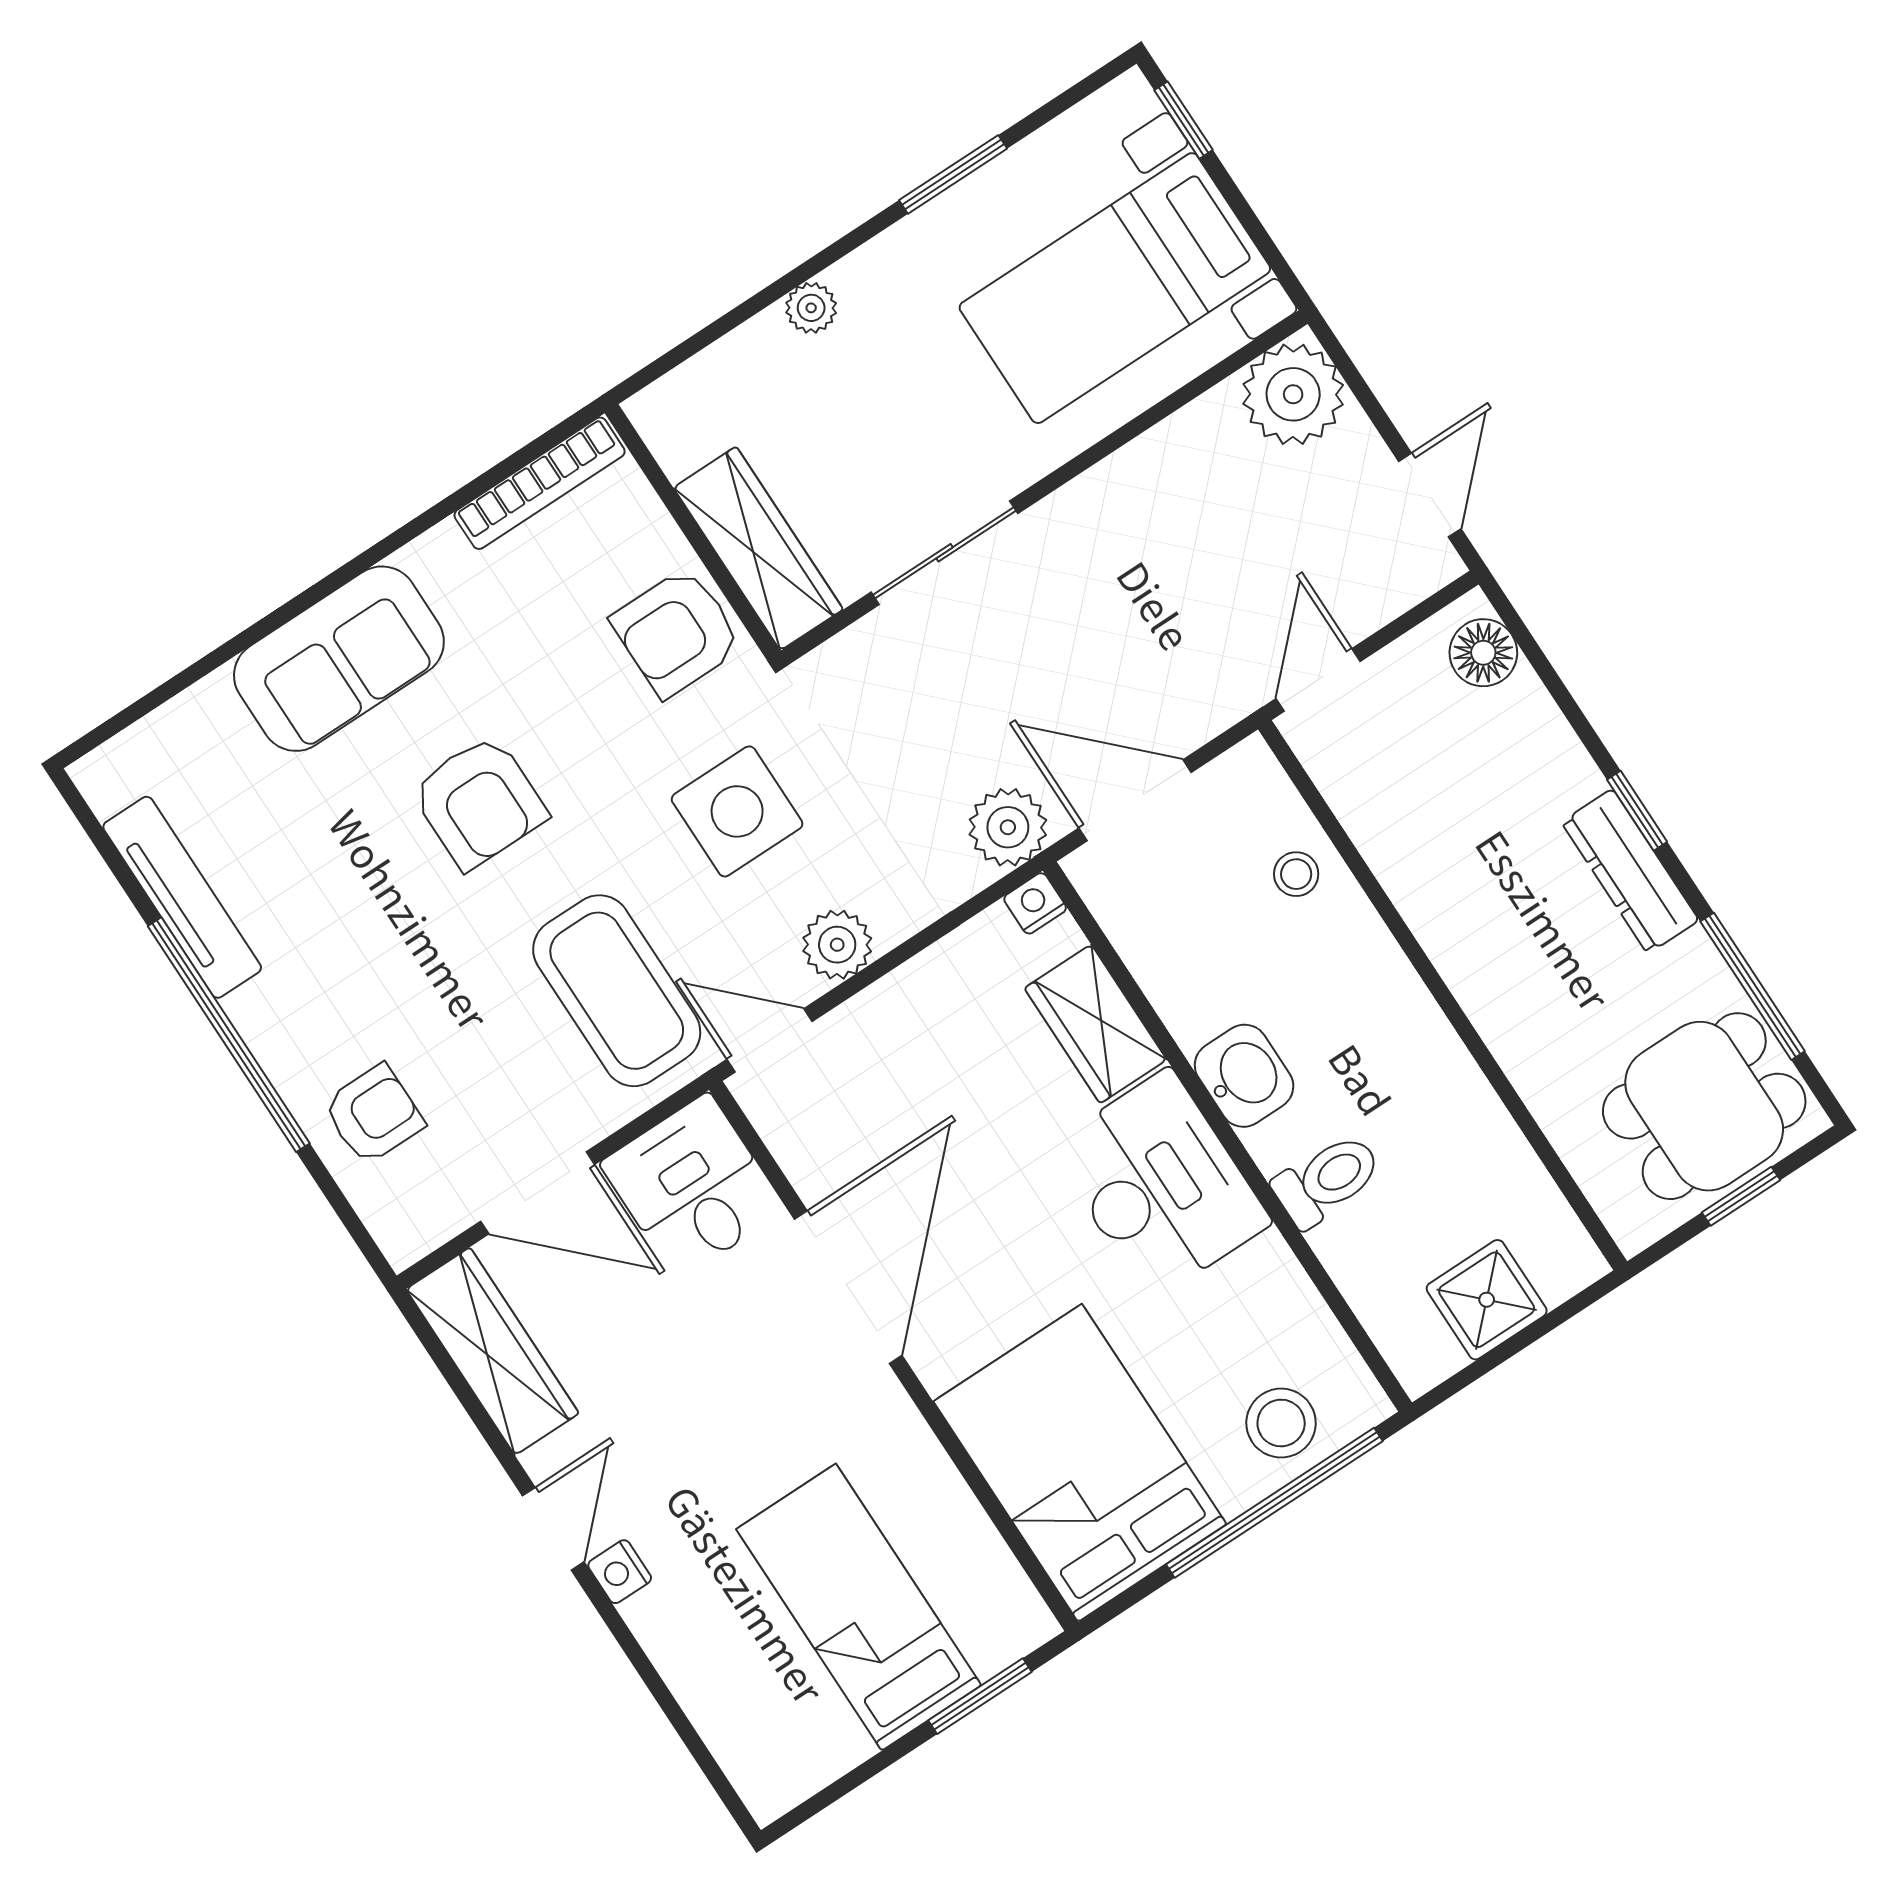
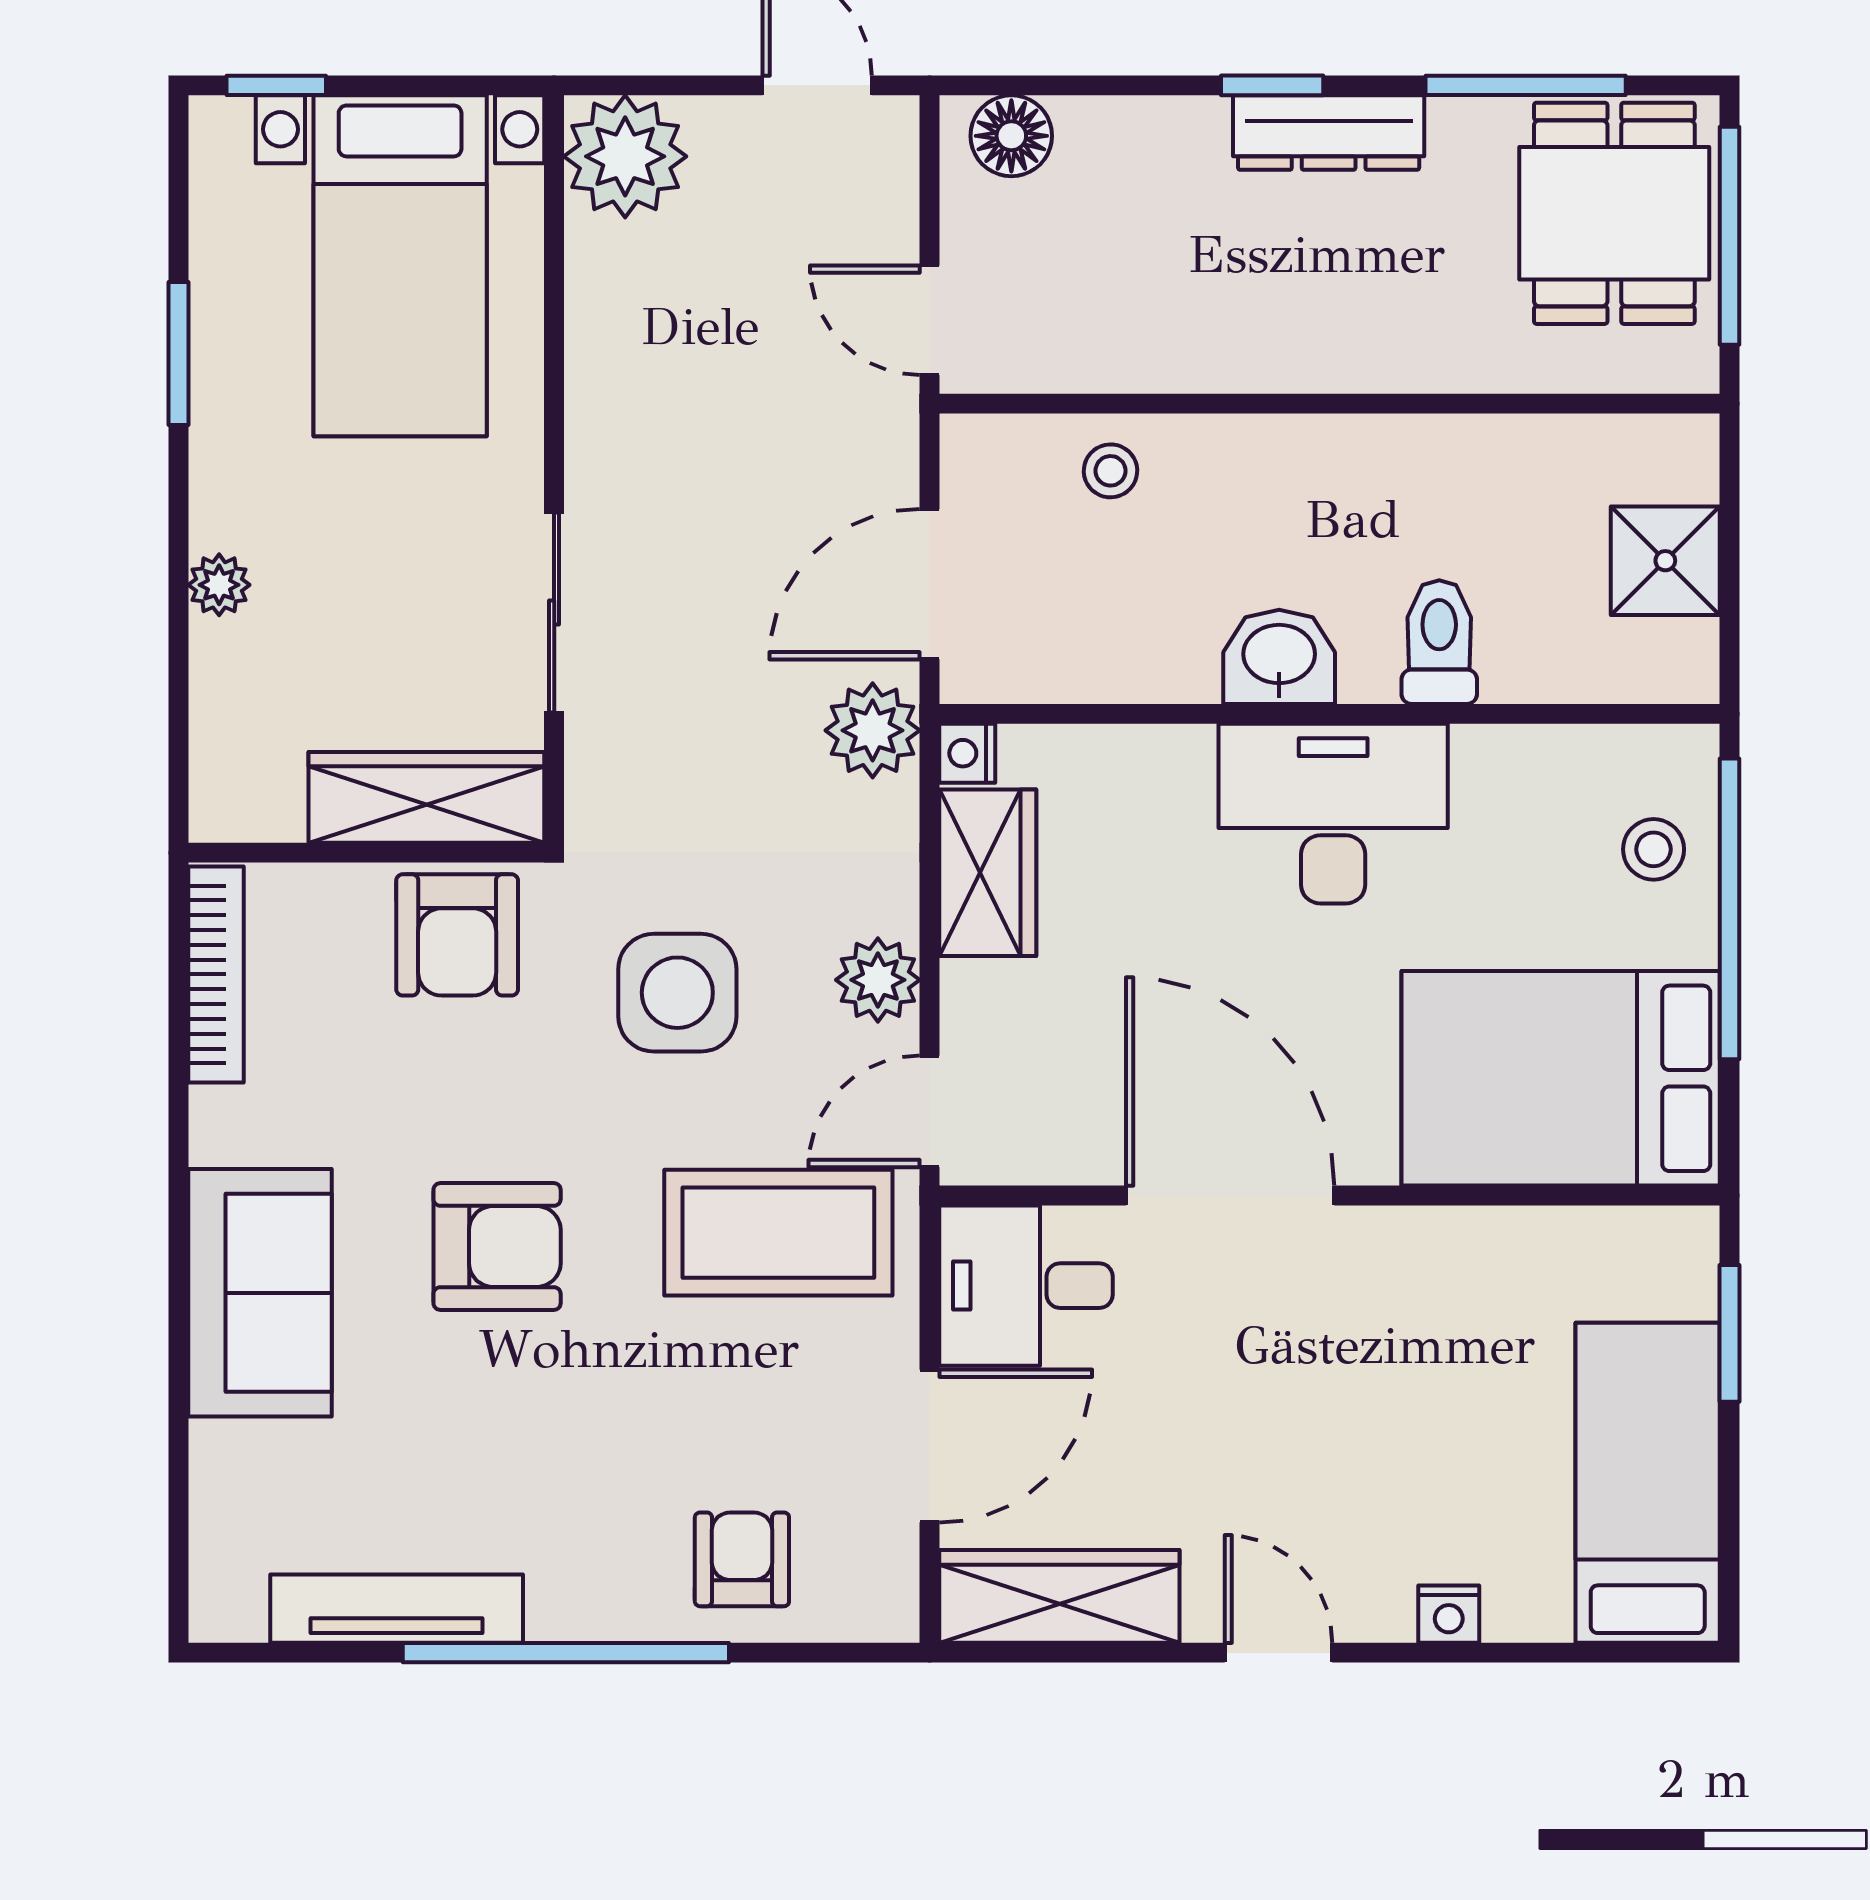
wardrobe: (1096, 1024) -> (988, 873), moved, turned -90
window: (1741, 1196) -> (1729, 236), width x2.17
stool: (1281, 1423) -> (1654, 849), width x0.73, depth x0.73
nightstand: (620, 1572) -> (1449, 1614), moved
bed: (859, 1607) -> (1648, 1483), moved, turned 90

